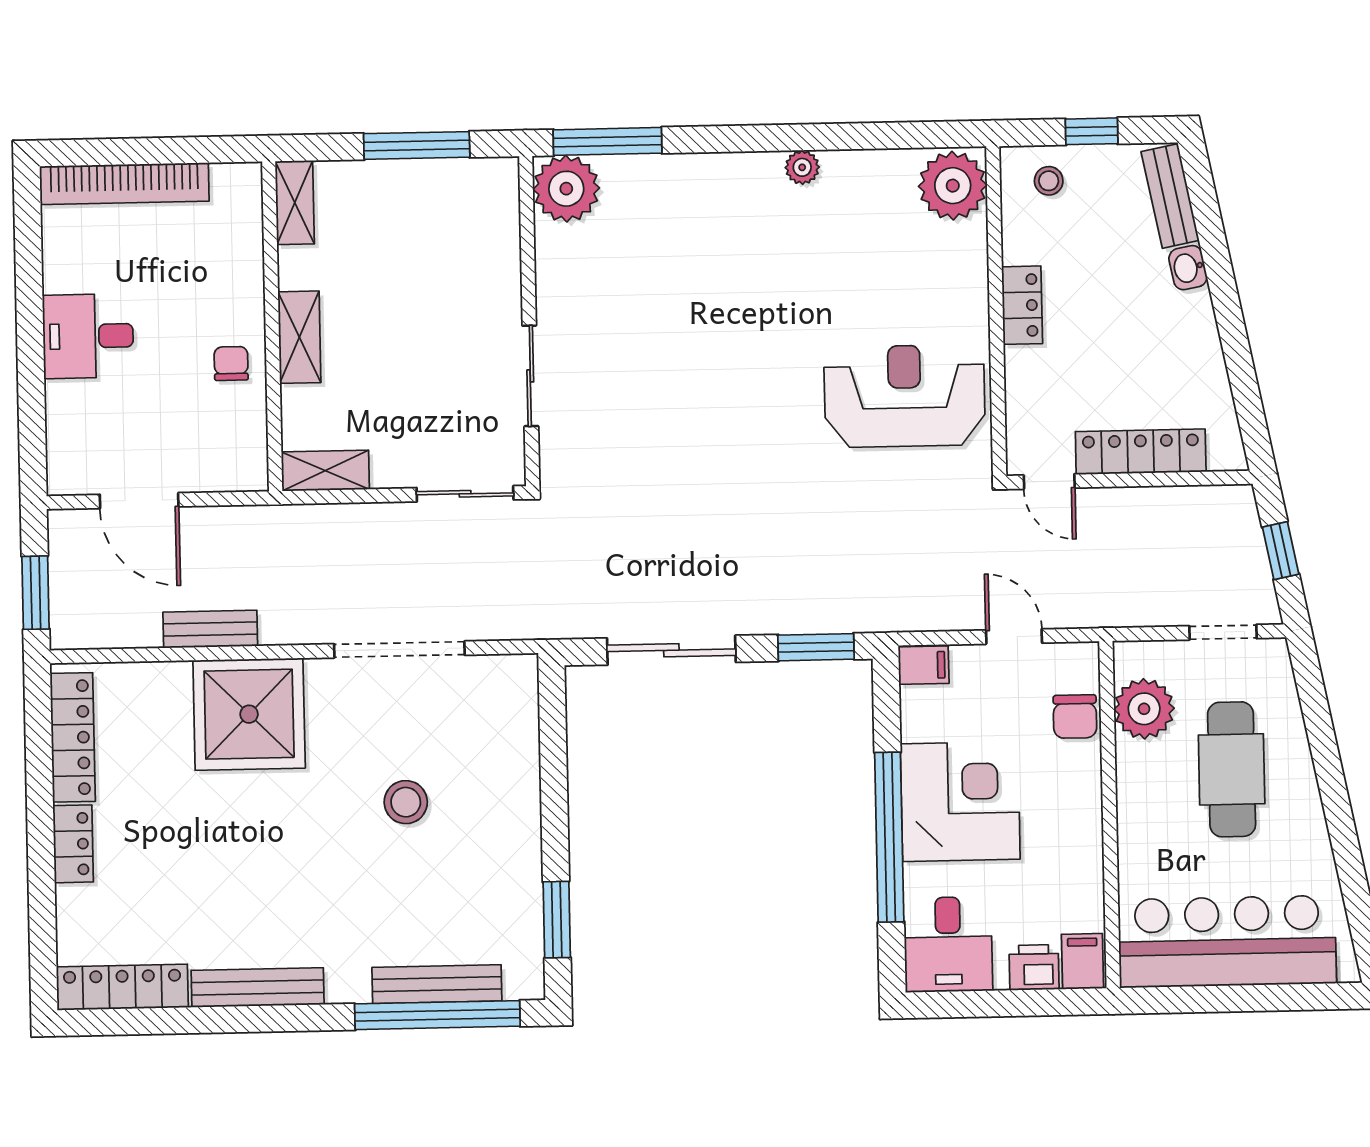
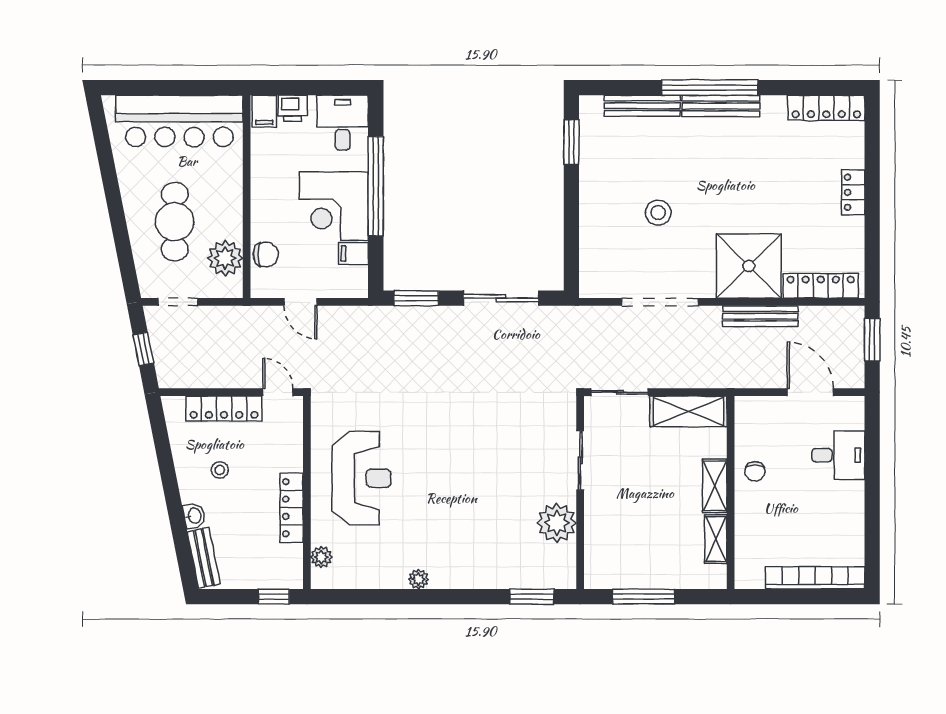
window: (1092, 131) -> (274, 597), moved
window: (608, 141) -> (532, 597), width x0.69
stool: (1049, 181) -> (220, 470), moved
plant: (953, 186) -> (321, 557), width x0.53, depth x0.53
plant: (566, 189) -> (557, 523), moved
shelving: (295, 203) -> (716, 539), moved
locker: (1022, 305) -> (292, 508), width x1.53
desk: (88, 336) -> (838, 455), moved
reception desk: (905, 396) -> (362, 478), moved, turned -90
shelving: (325, 471) -> (688, 411), width x1.50, depth x1.33
bench: (210, 629) -> (760, 316), width x1.36
filing cabinet: (924, 665) -> (354, 254), moved
chair: (1075, 717) -> (266, 254), turned 90
locker: (73, 737) -> (821, 286), moved, turned 90
bench: (258, 988) -> (721, 106), moved
window: (437, 1015) -> (710, 88), moved

